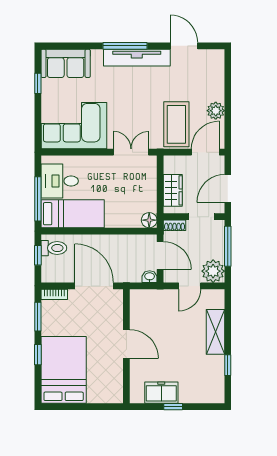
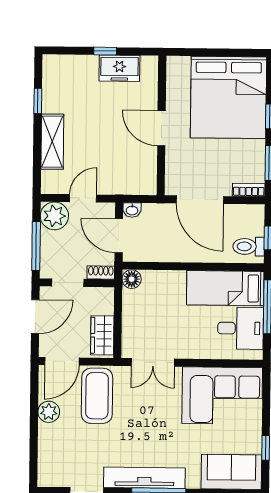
wardrobe: (173, 190) -> (102, 335), moved
bed: (64, 370) -> (228, 97), width x1.36

